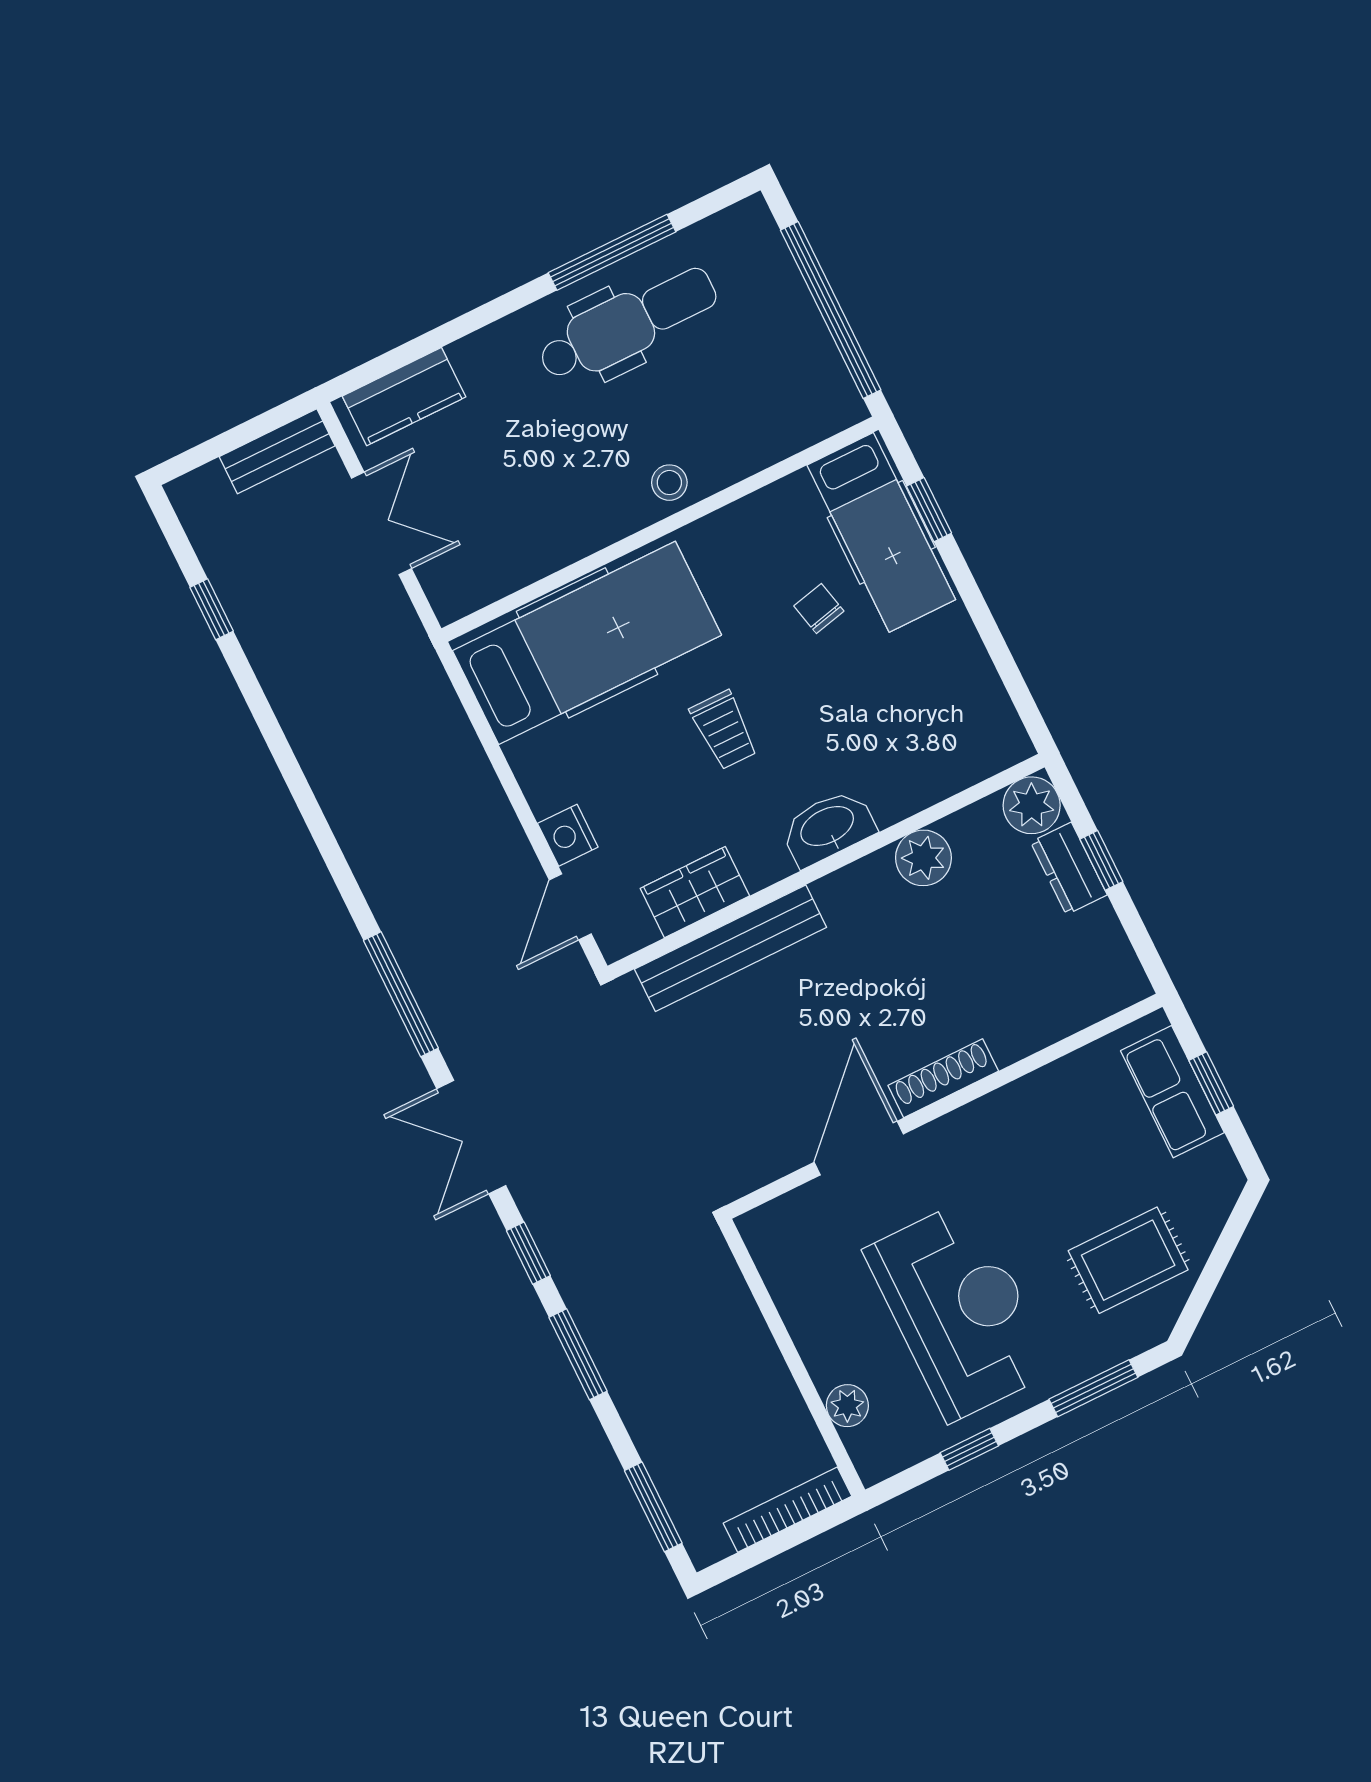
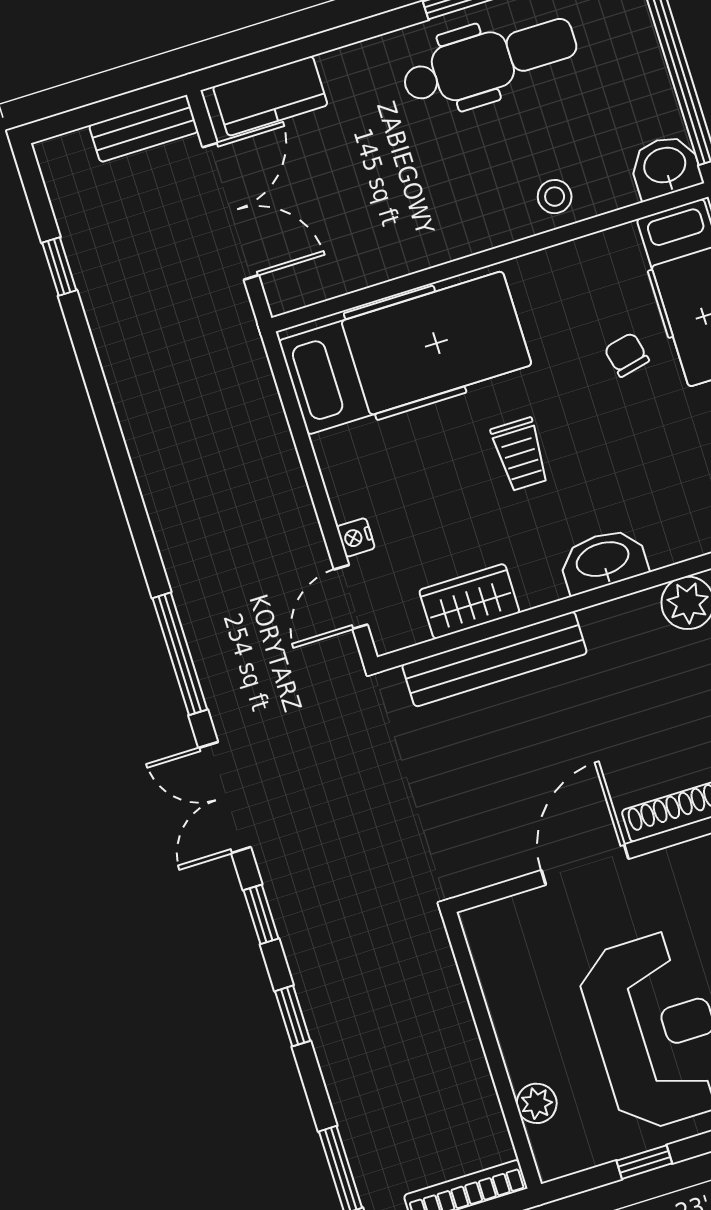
washbasin: (828, 406) -> (665, 167), added
stool: (669, 483) -> (555, 197), moved
double door: (382, 523) -> (231, 211), width x1.37
nightstand: (568, 835) -> (356, 537), width x0.72, depth x0.74
window: (578, 1354) -> (293, 1016), width x0.67

